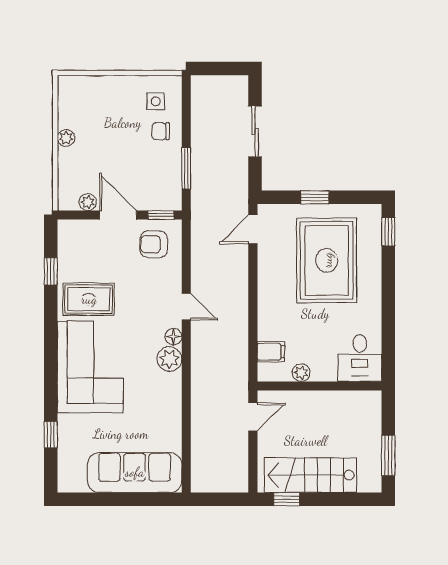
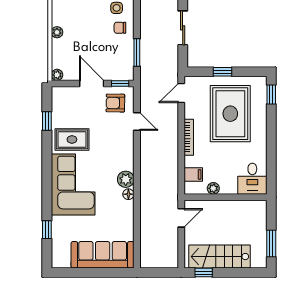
plant: (88, 202) -> (57, 75), moved
bookcase: (264, 296) -> (189, 137), added
door: (186, 307) -> (137, 122), moved
floor lamp: (173, 337) -> (128, 194), moved

